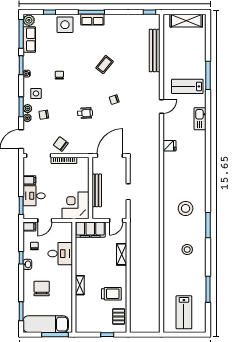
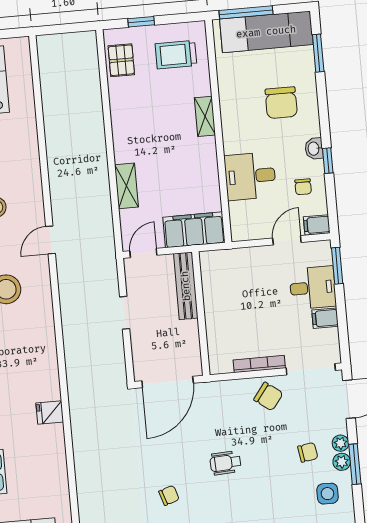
door: (162, 106) -> (50, 240), moved
bench: (97, 190) -> (186, 286), moved
corner desk: (76, 205) -> (228, 276), removed
trolley: (111, 294) -> (176, 55), moved

